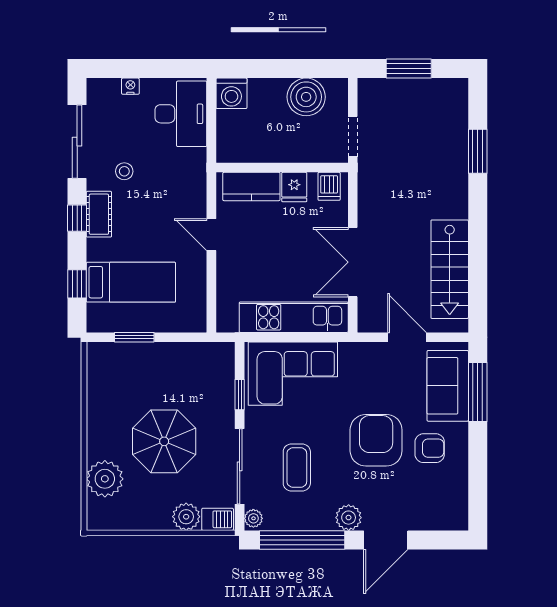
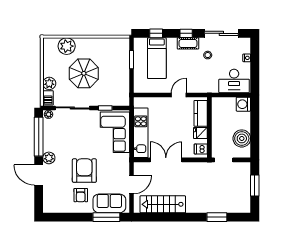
armchair: (376, 440) -> (84, 171), turned -90
coffee table: (297, 467) -> (72, 134), removed

